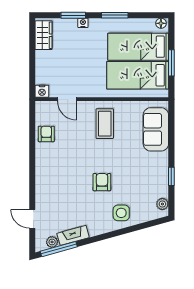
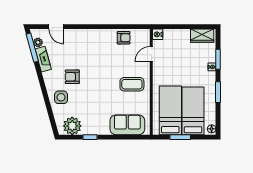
armchair: (102, 182) -> (72, 77), moved, turned 180
plant: (162, 204) -> (72, 126), width x1.87, depth x1.87
door: (32, 219) -> (56, 27), swing flipped

